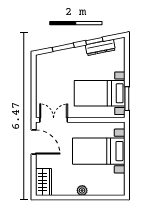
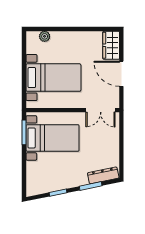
dresser: (100, 47) -> (103, 175), moved
door: (34, 142) -> (121, 74), moved
plant: (82, 190) -> (45, 36), moved

